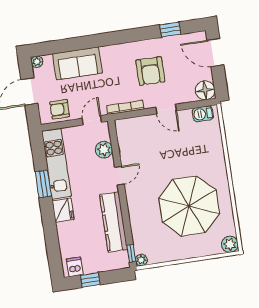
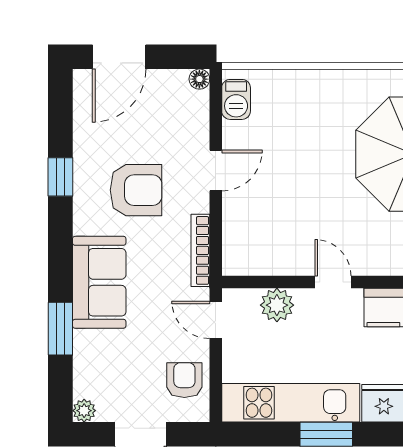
window: (170, 30) -> (60, 177), moved
window: (76, 44) -> (60, 329), added
sofa: (77, 63) -> (99, 282), moved
floor lamp: (205, 90) -> (199, 79), width x0.53, depth x0.53
armchair: (60, 109) -> (184, 380), turned 180

